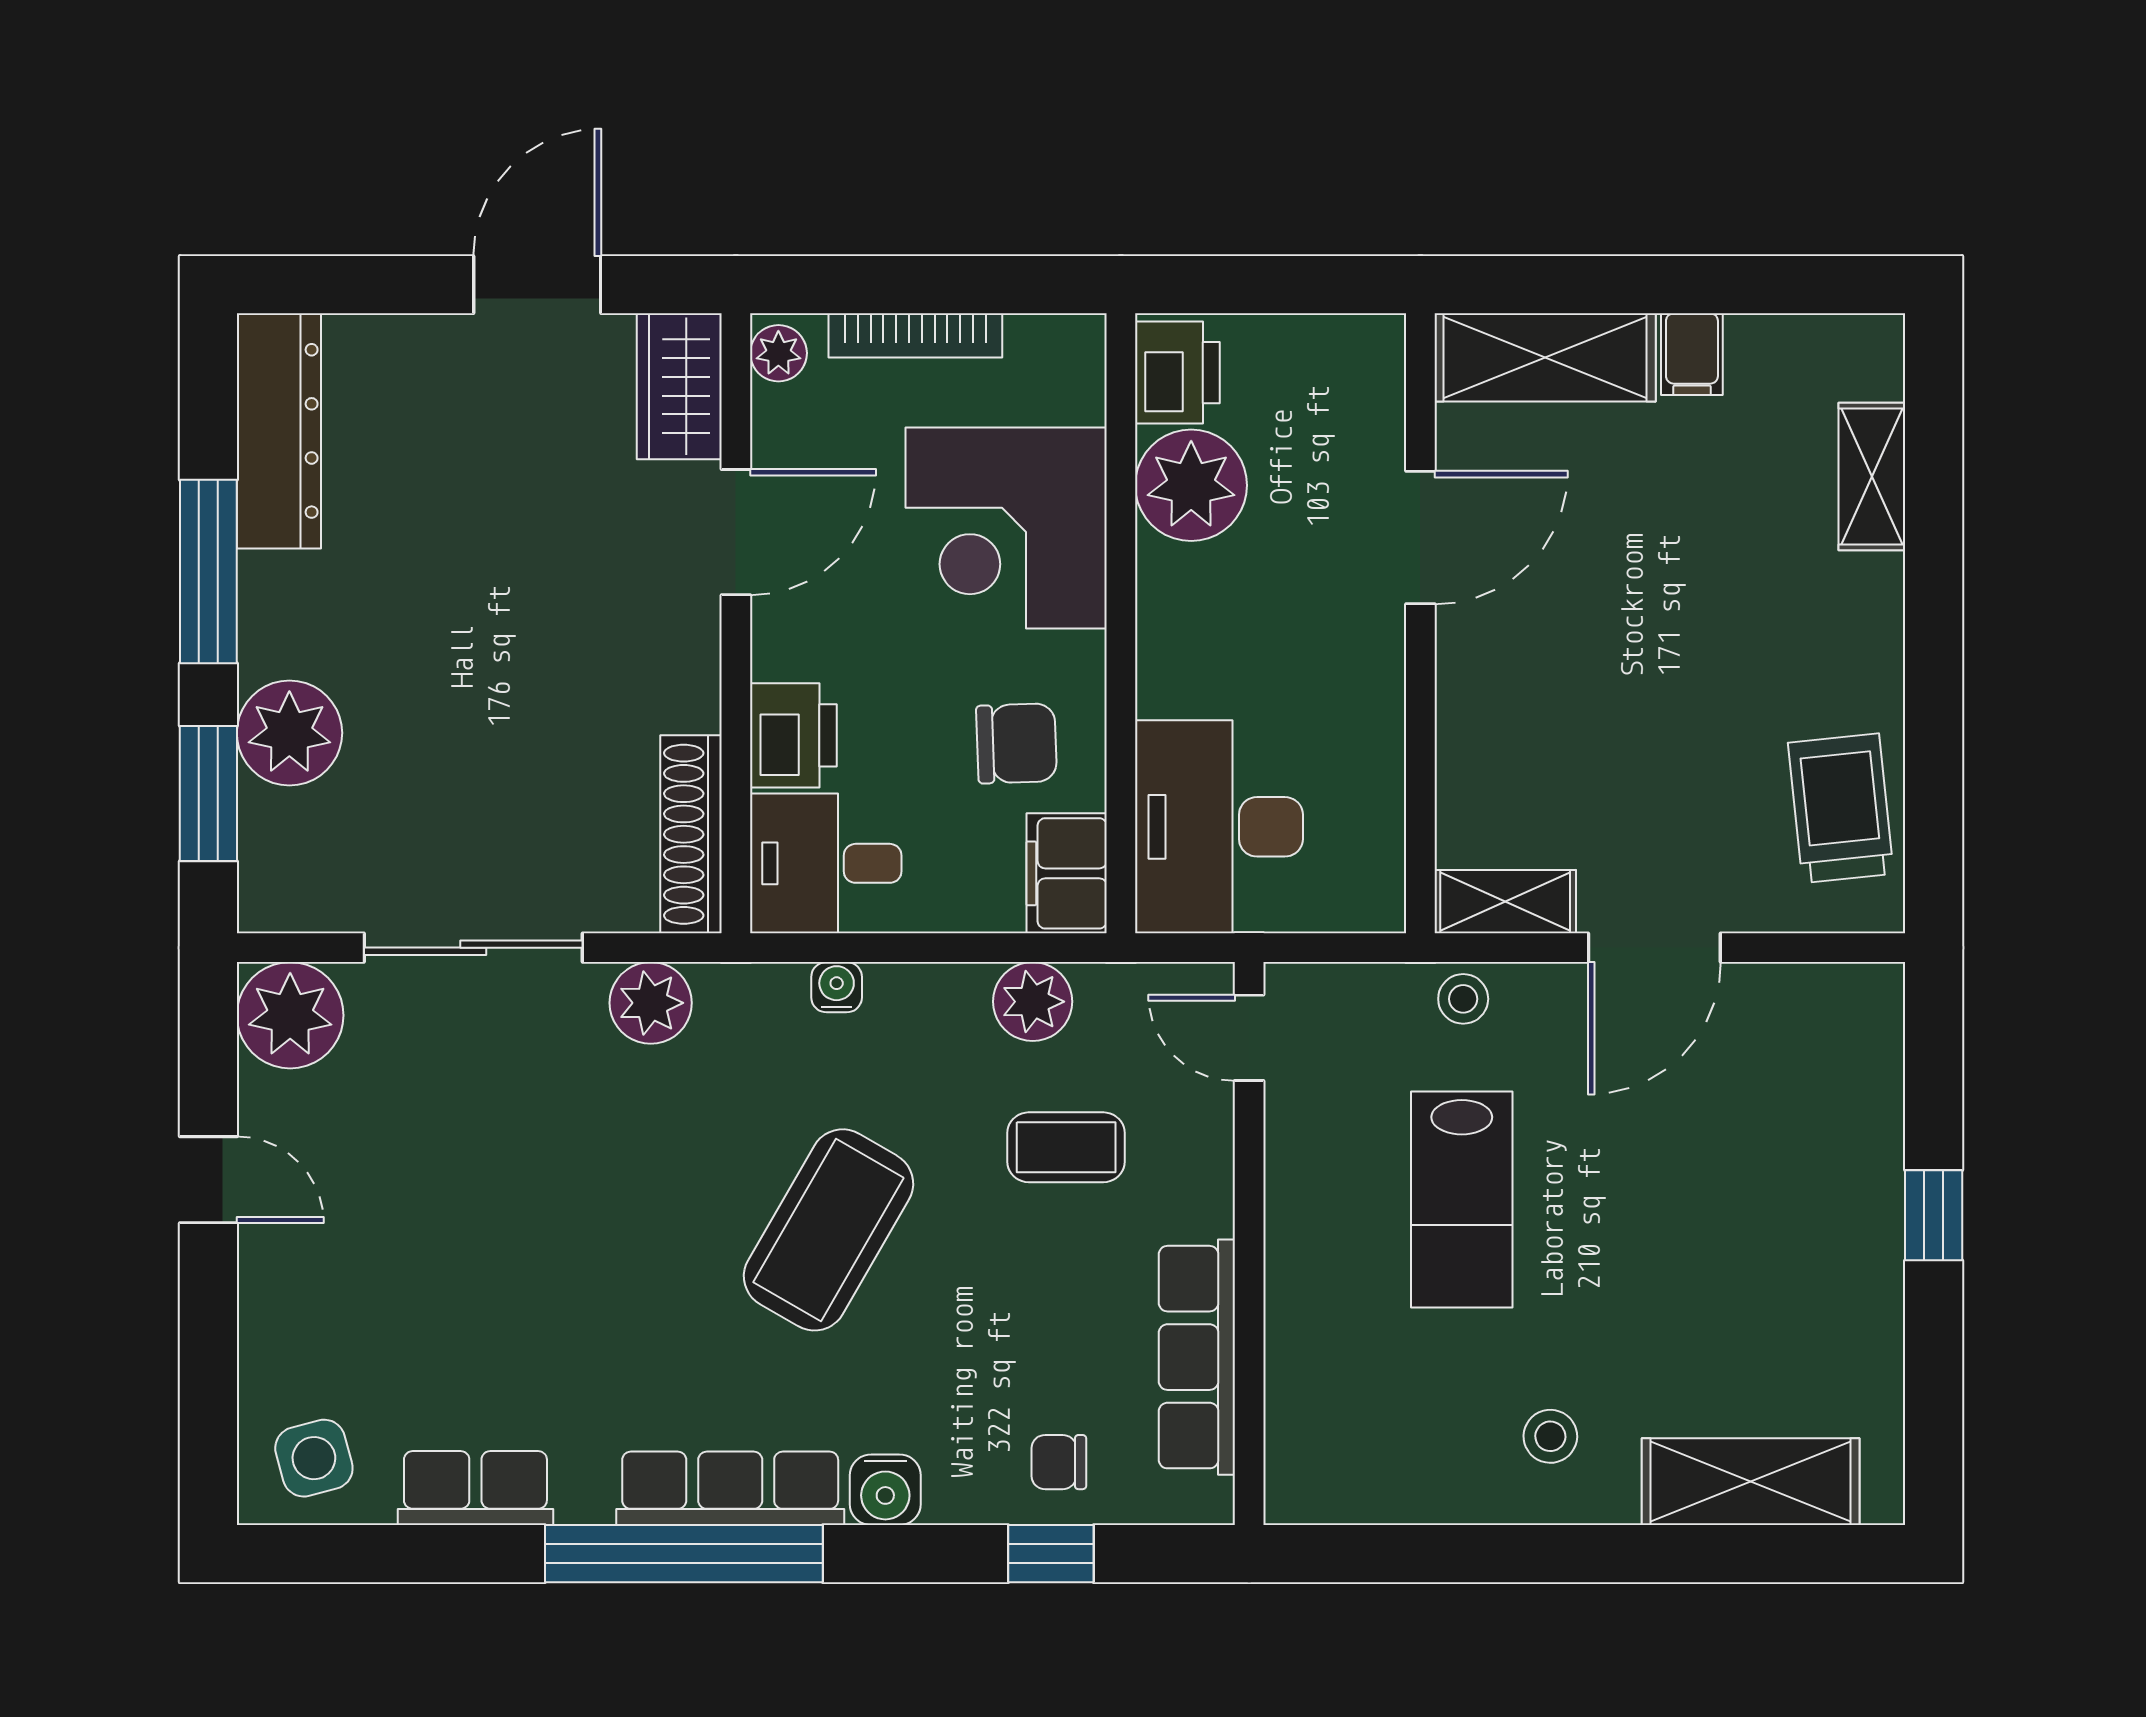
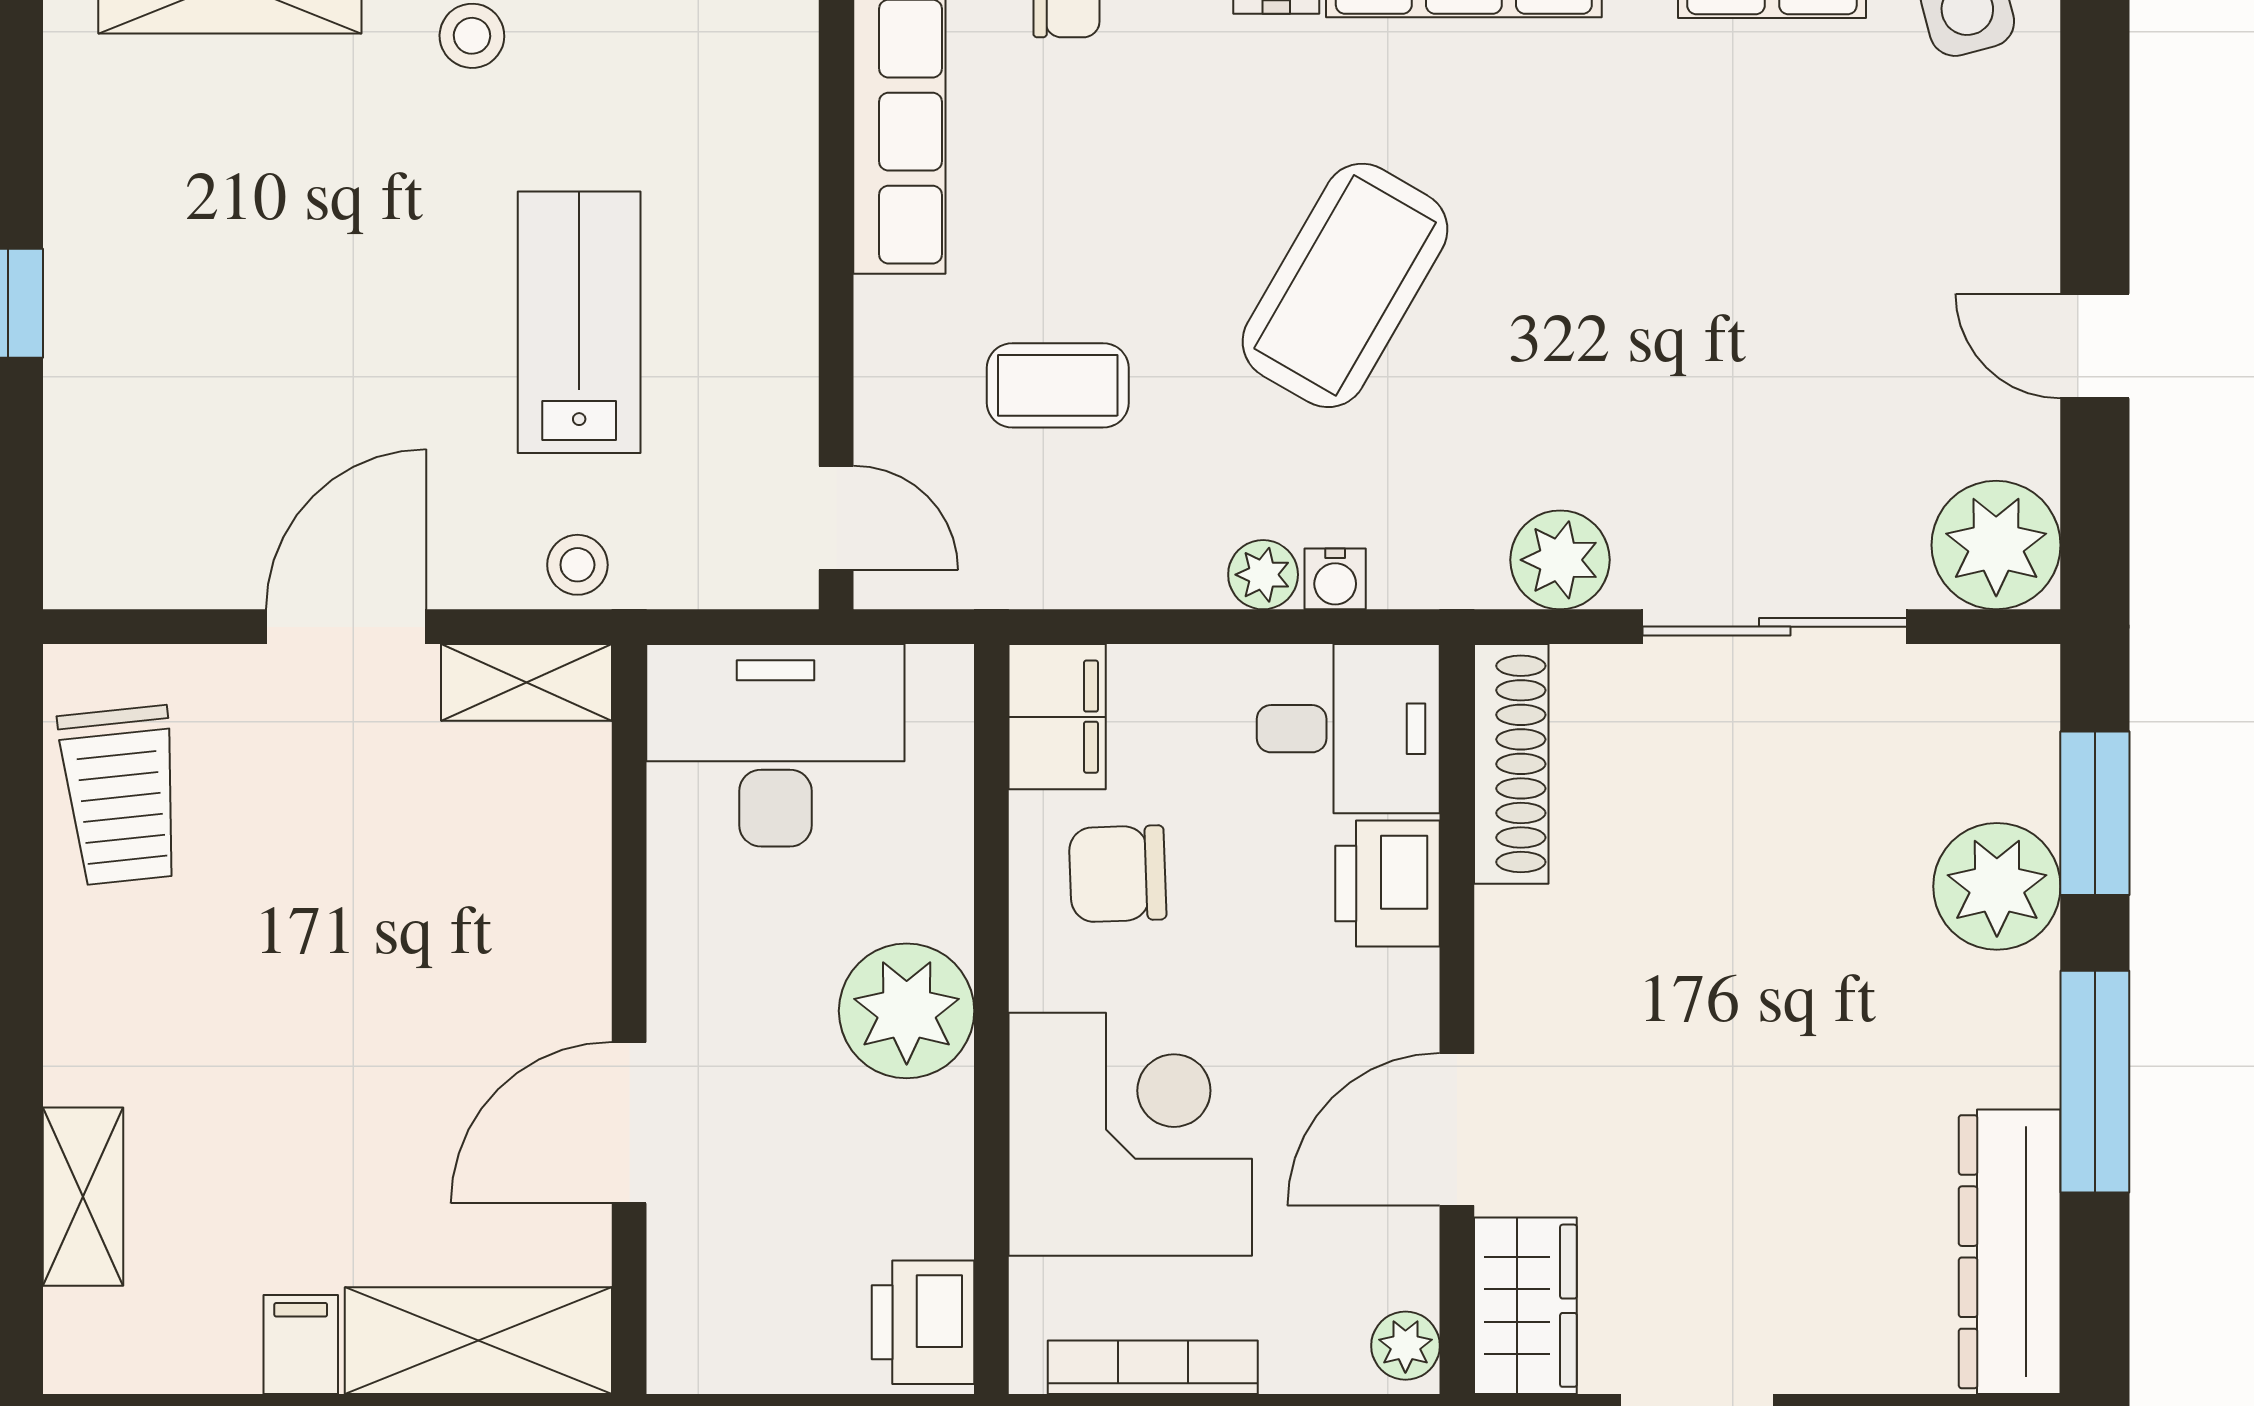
bookcase: (915, 335) -> (1153, 1367), moved
plant: (1191, 485) -> (907, 1011), moved
desk: (1219, 827) -> (775, 745), moved, turned -90
plant: (1033, 1002) -> (1263, 575), moved, width x0.73, depth x0.73

